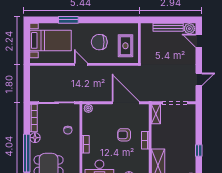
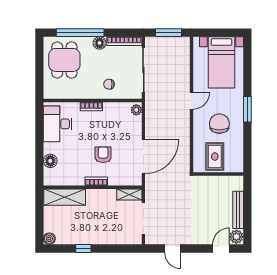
window: (68, 20) -> (247, 109), moved
rug: (125, 46) -> (215, 156), turned 90
window: (27, 83) -> (168, 33), added

